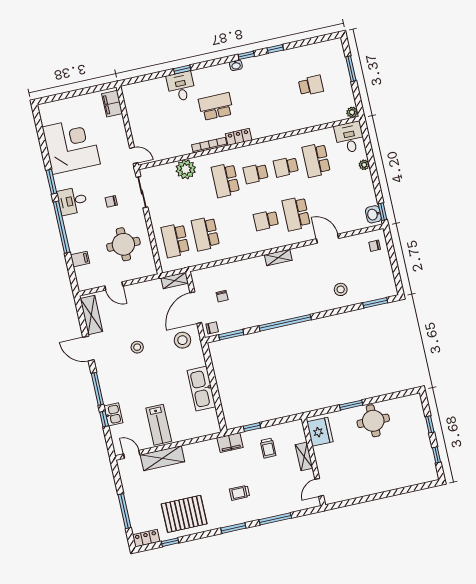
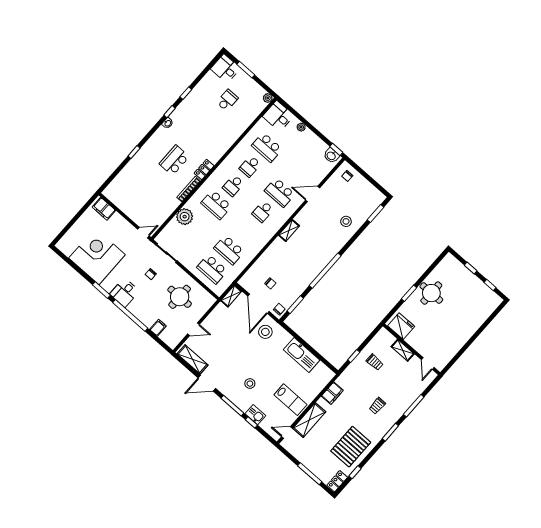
desk: (181, 87) -> (225, 69), moved
stool: (137, 347) -> (250, 384), moved
filing cabinet: (230, 443) -> (332, 393), moved

